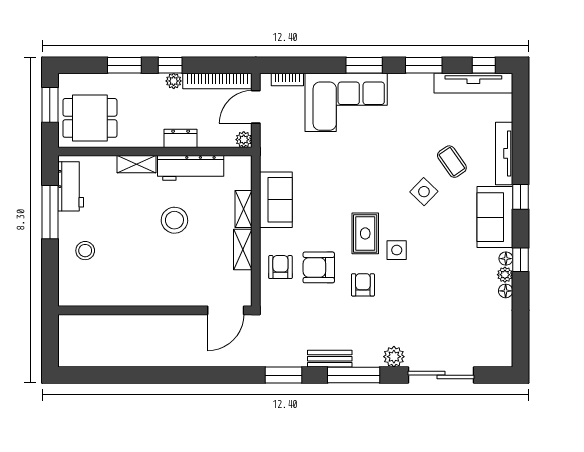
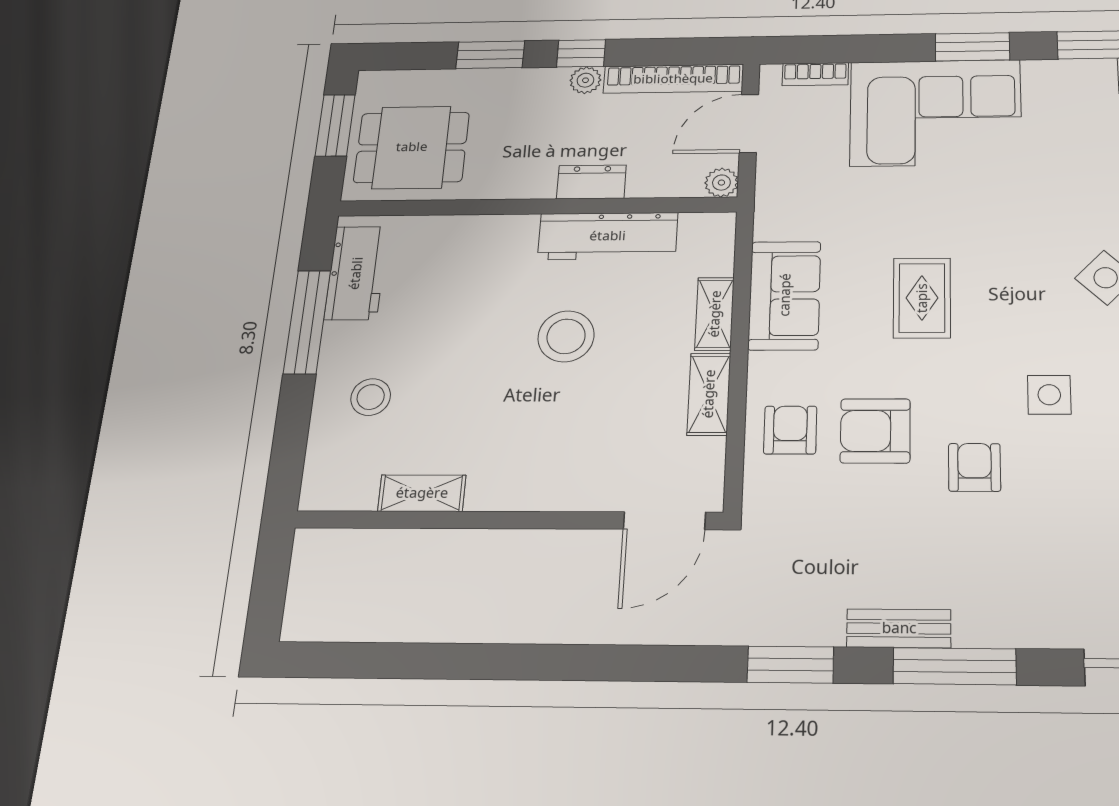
shelving: (137, 164) -> (422, 493), moved
rug: (365, 233) -> (922, 298), moved
plant: (394, 357) -> (1049, 625), removed

